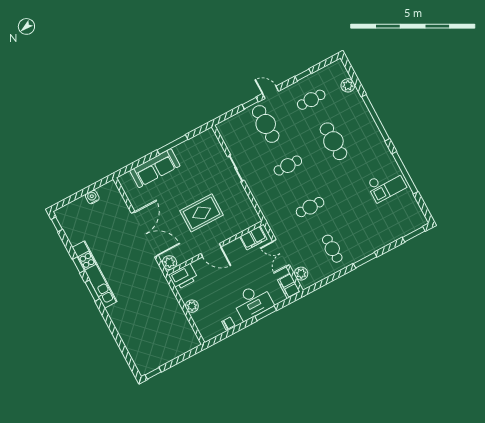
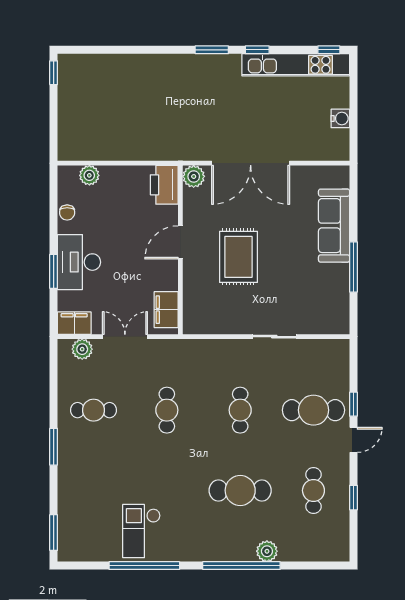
plant: (348, 85) -> (267, 551), moved
kitchen unit: (95, 274) -> (296, 65), moved
plant: (192, 306) -> (89, 175), moved

